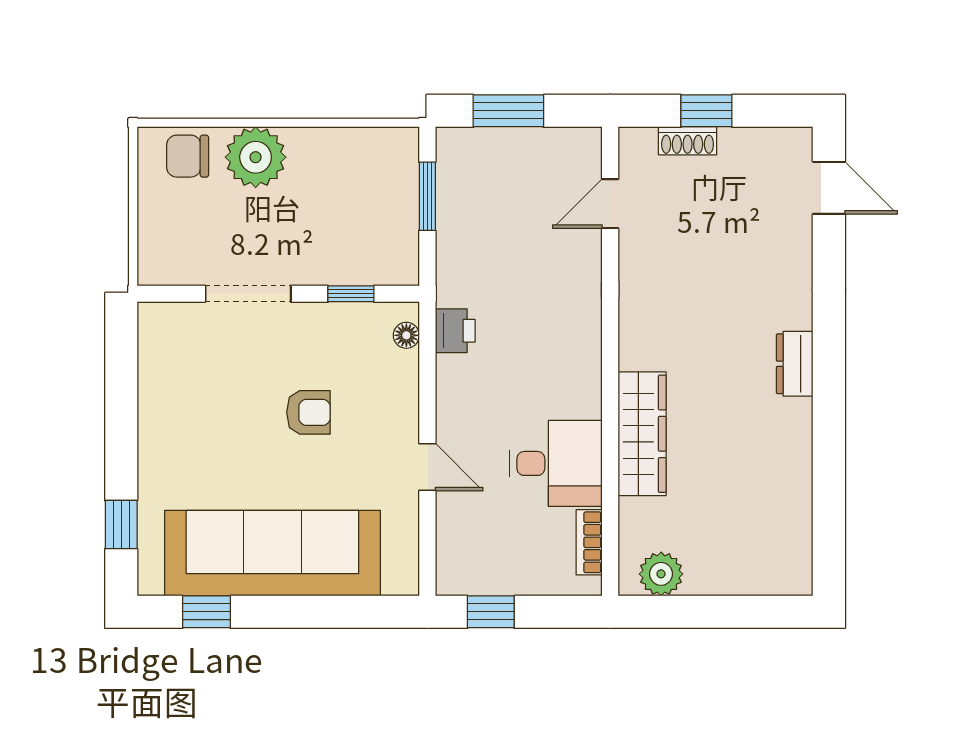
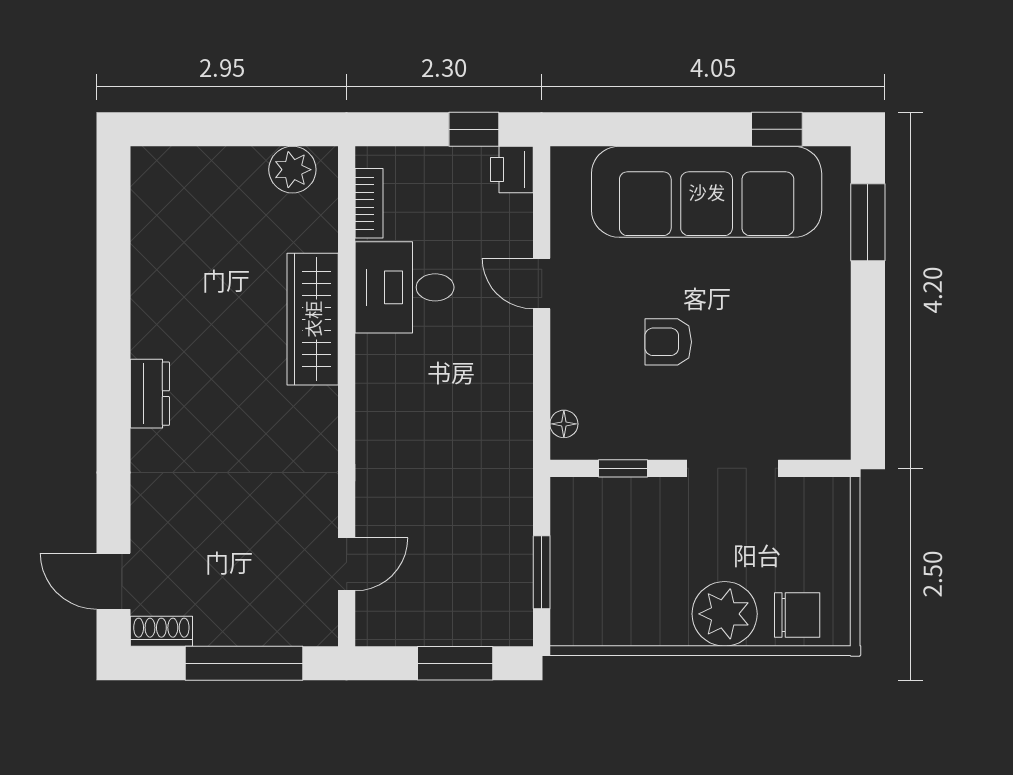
window: (706, 111) -> (244, 663), width x2.17
shoe rack: (688, 141) -> (161, 631), moved
printer: (455, 331) -> (512, 170), moved
window: (121, 525) -> (868, 222), width x1.50

